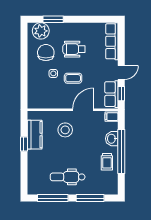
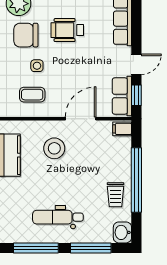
chair: (46, 53) -> (26, 35), turned -90
coffee table: (73, 78) -> (32, 95), moved
washbasin: (112, 139) -> (122, 232), moved

